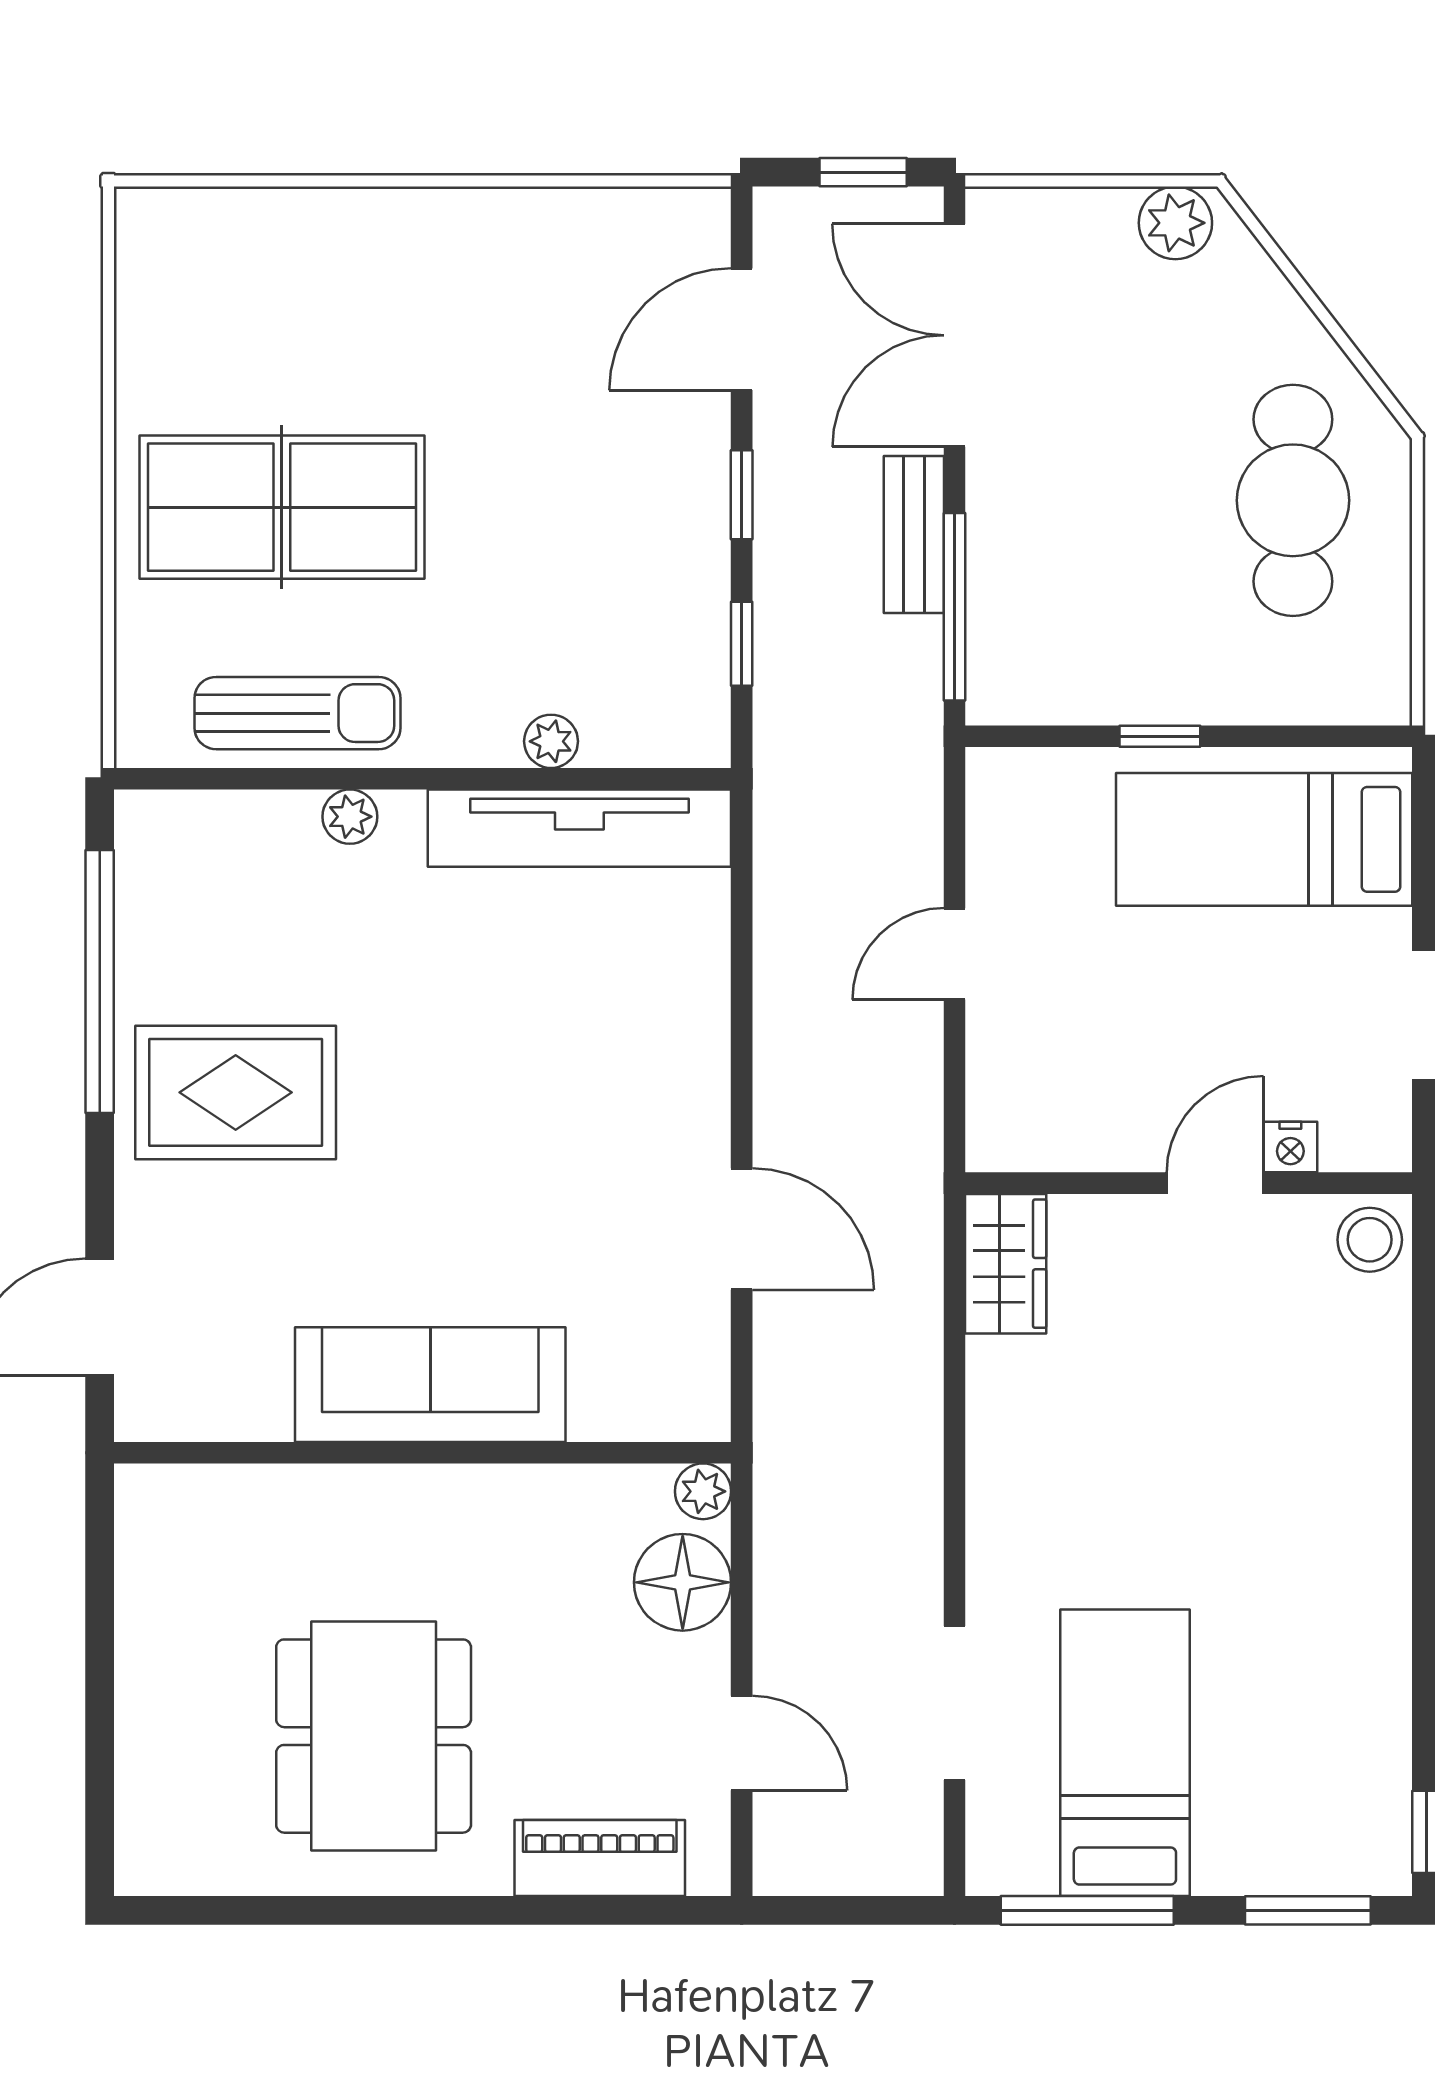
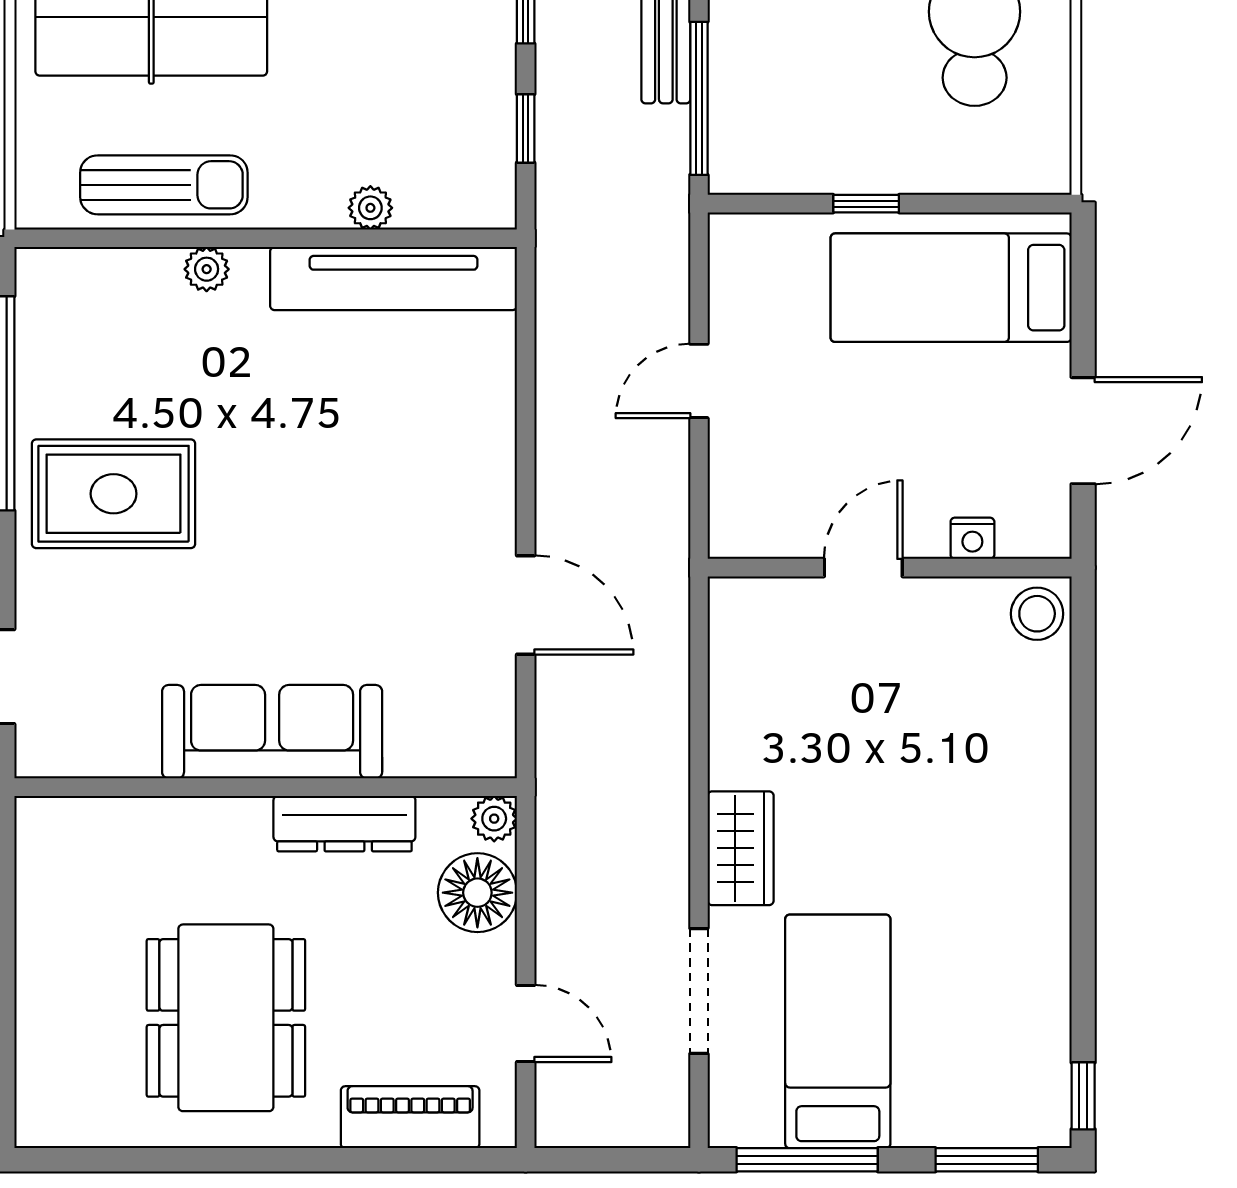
door: (1215, 1183) -> (863, 568), moved
wardrobe: (1006, 1264) -> (741, 848), moved
dresser: (519, 1497) -> (344, 824), added

